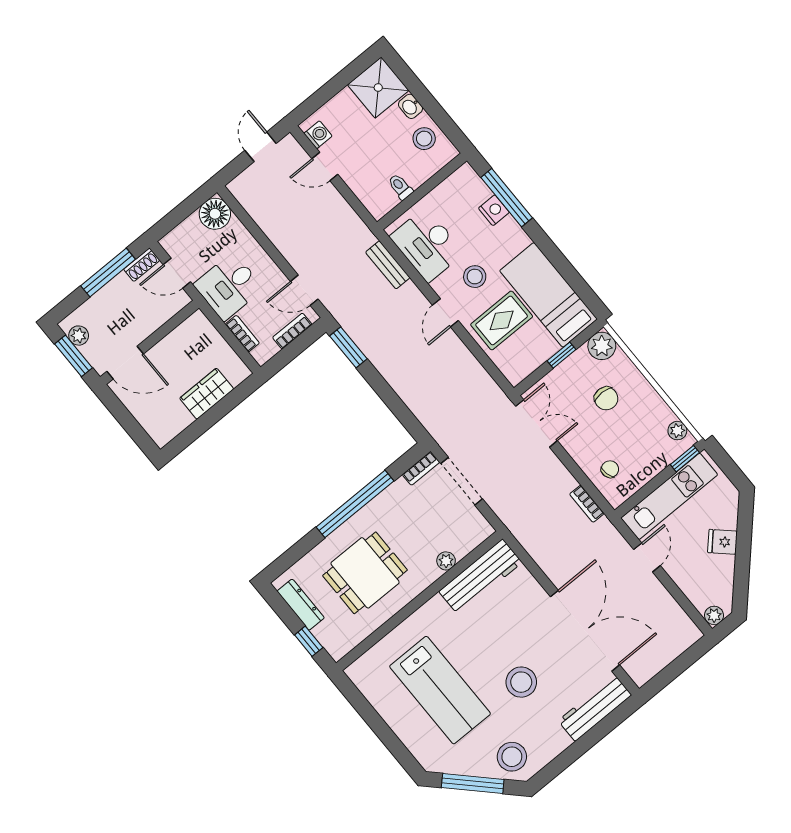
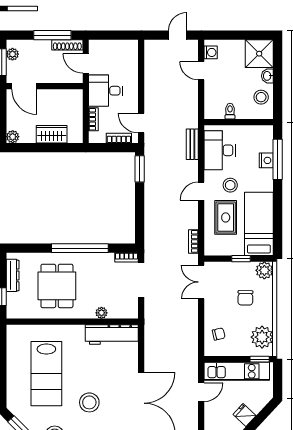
floor lamp: (215, 214) -> (128, 50), removed
shoe rack: (142, 265) -> (67, 45), width x1.43
rug: (502, 320) -> (226, 217), turned 90
double door: (537, 423) -> (201, 282), swing flipped
plant: (677, 431) -> (262, 337), width x1.87, depth x1.87
plant: (162, 436) -> (13, 137), added
bookcase: (587, 504) -> (193, 241), moved
dining table: (365, 573) -> (57, 286), turned 90

